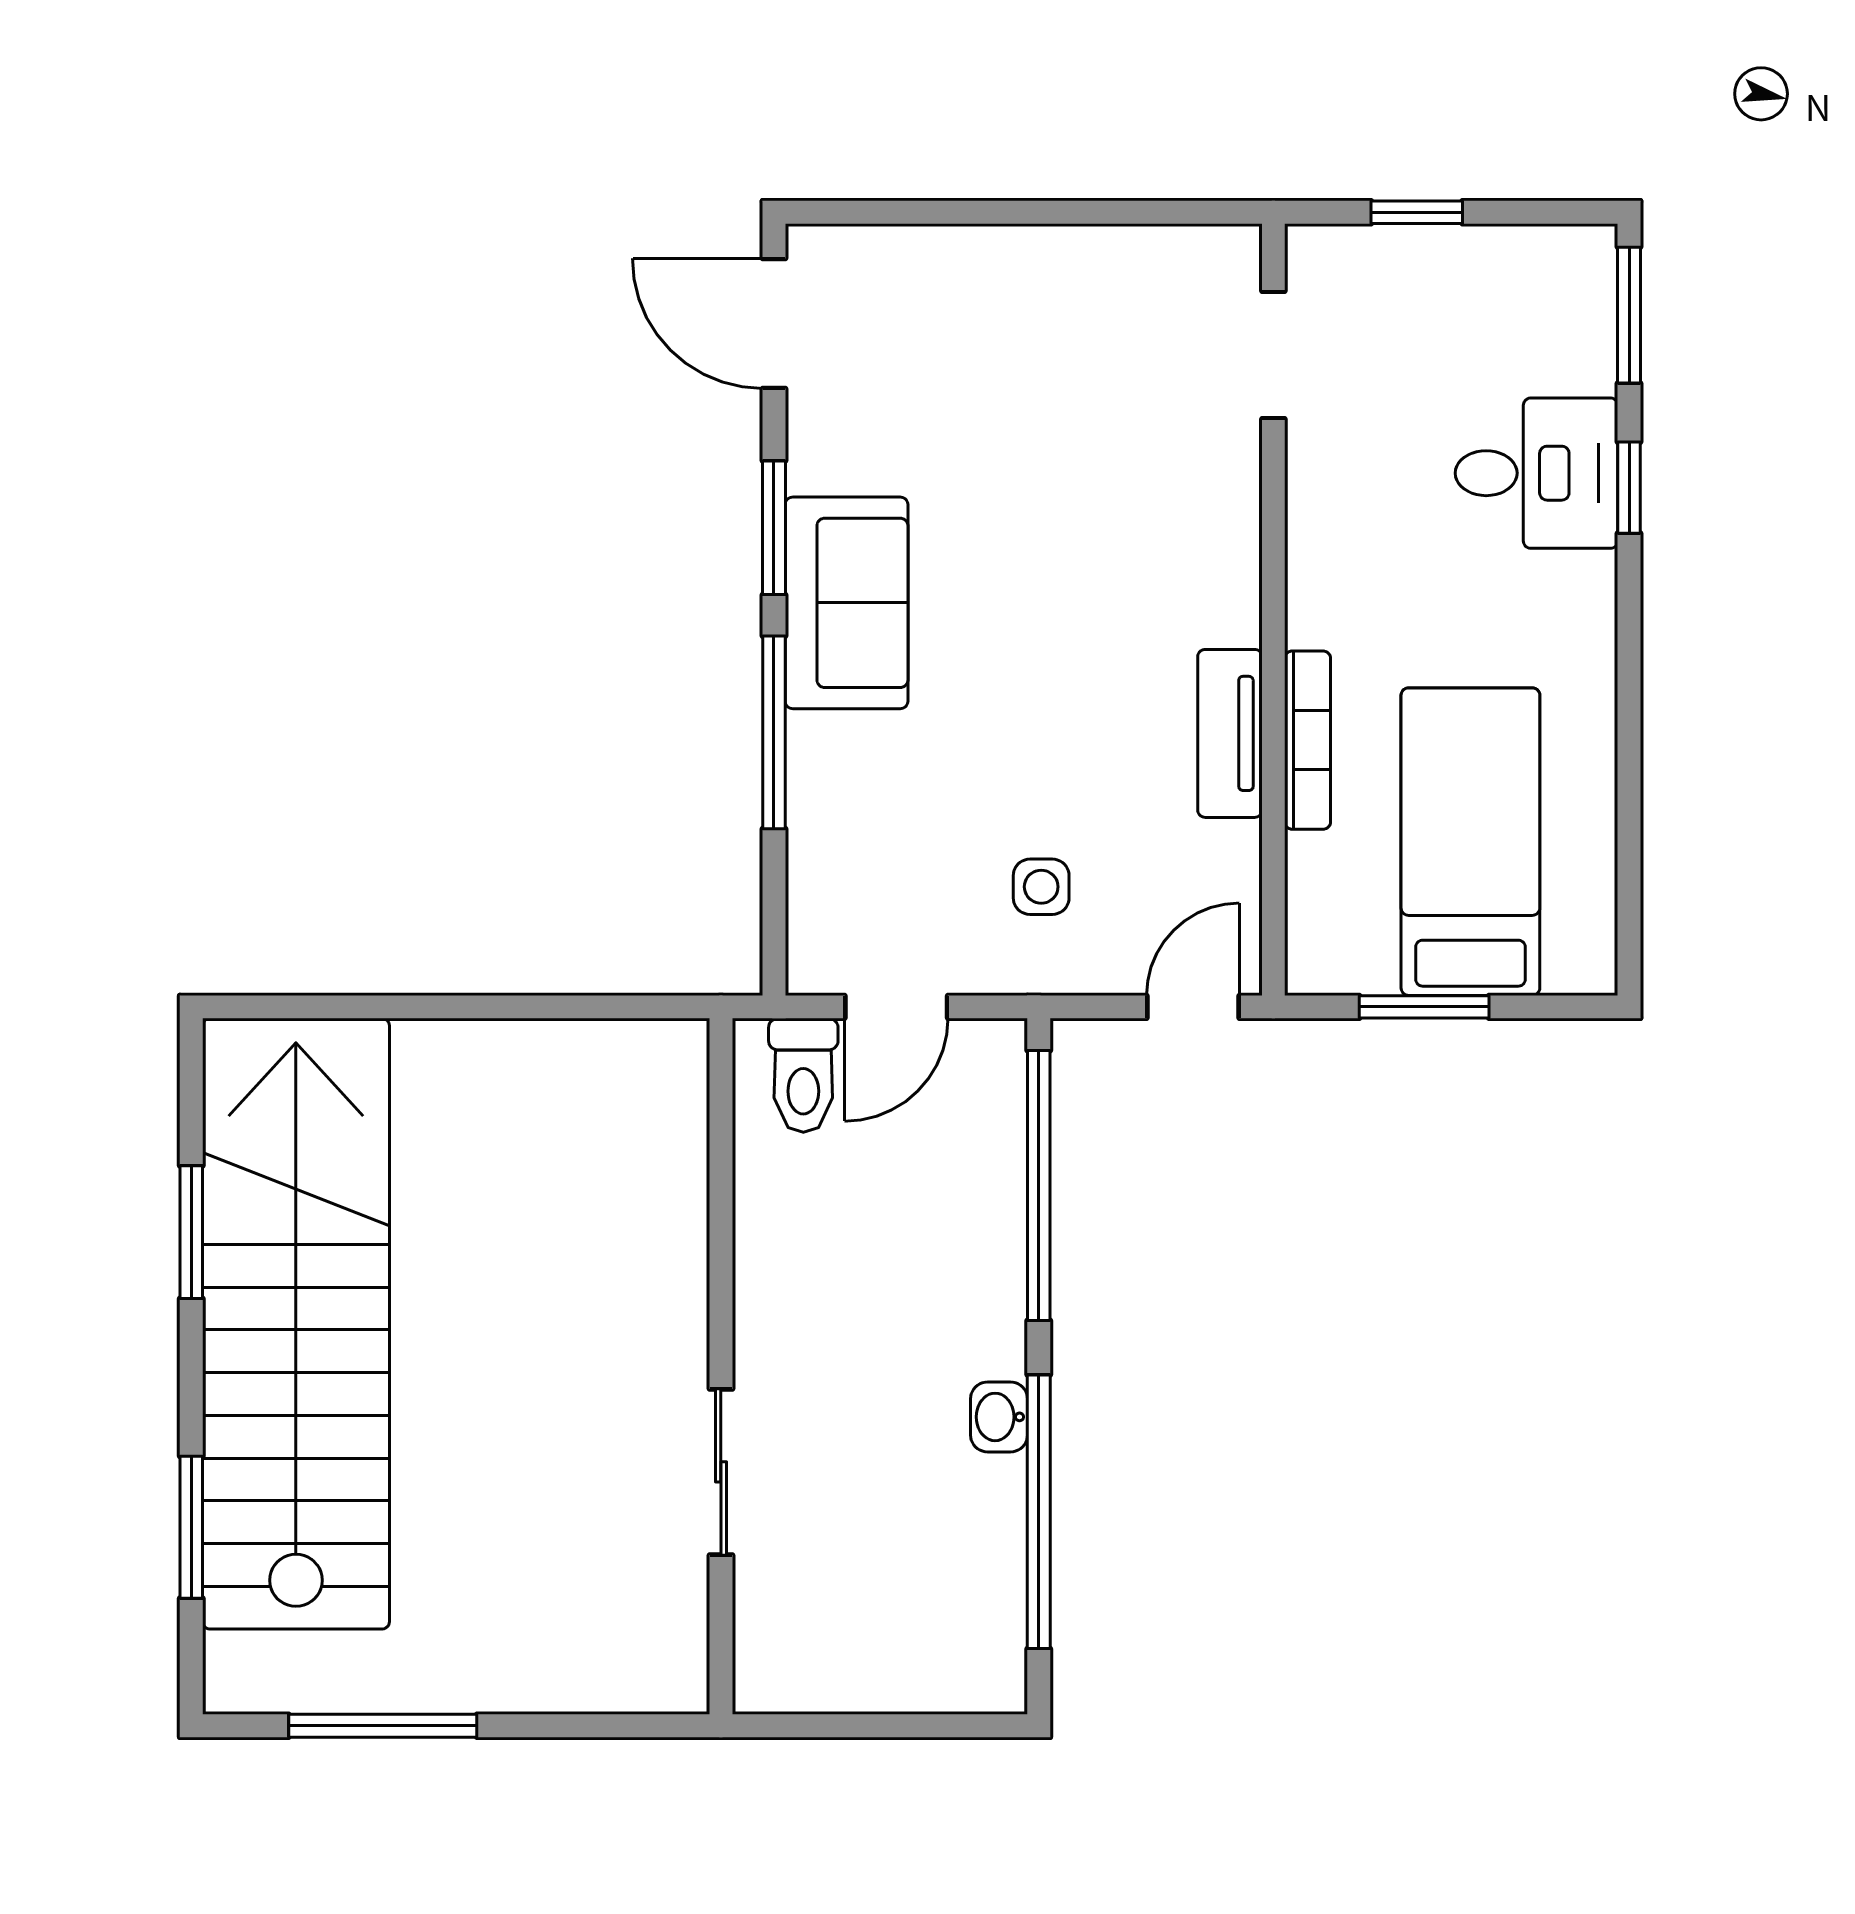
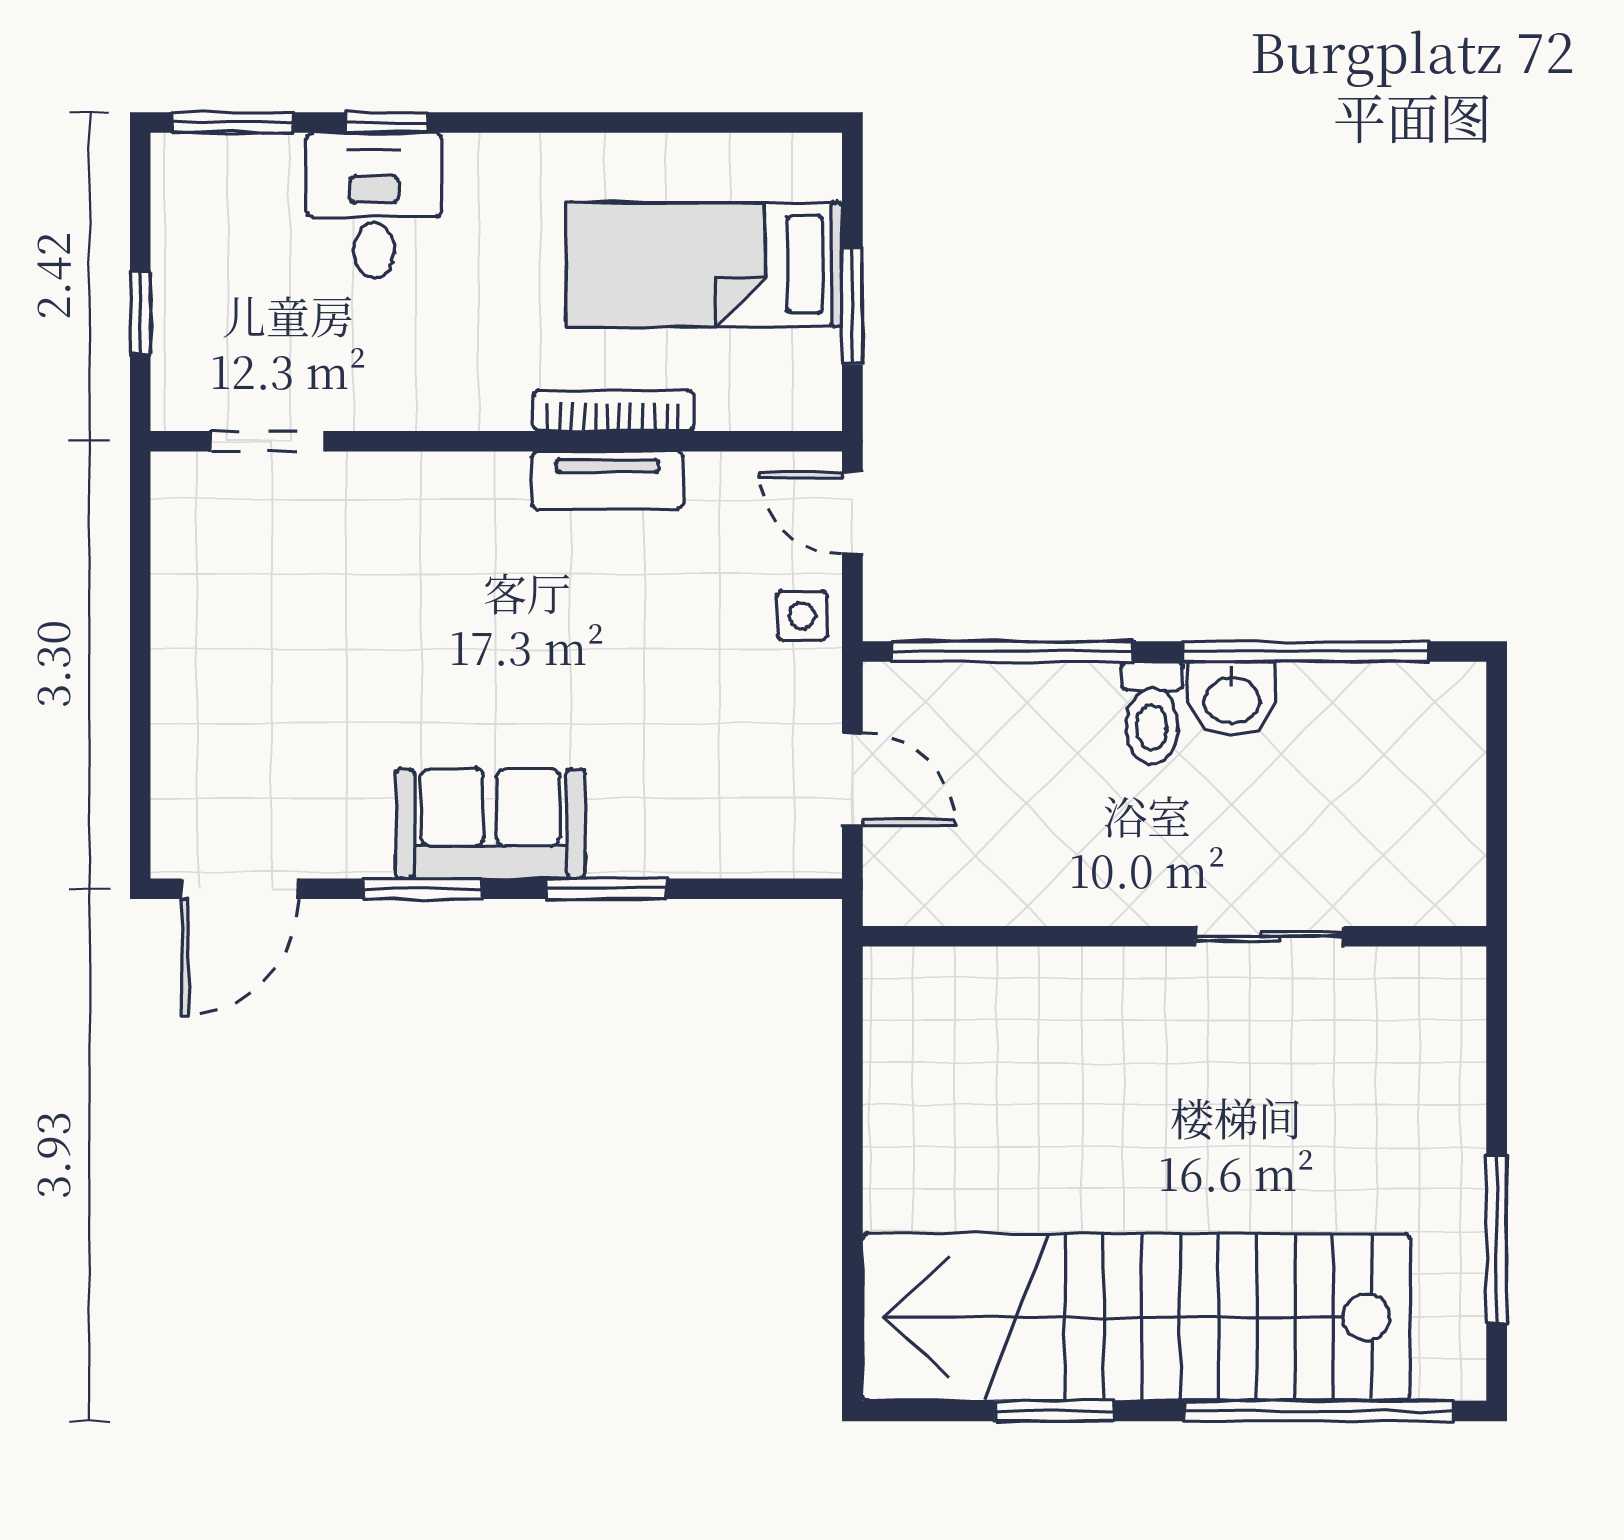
window: (774, 732) -> (606, 889), width x0.69
side table: (1041, 887) -> (802, 616), moved
toilet: (803, 1075) -> (1152, 713), moved, turned 90
washbasin: (999, 1417) -> (1232, 698), width x1.38, depth x1.45
window: (191, 1527) -> (1319, 1411), width x2.11

